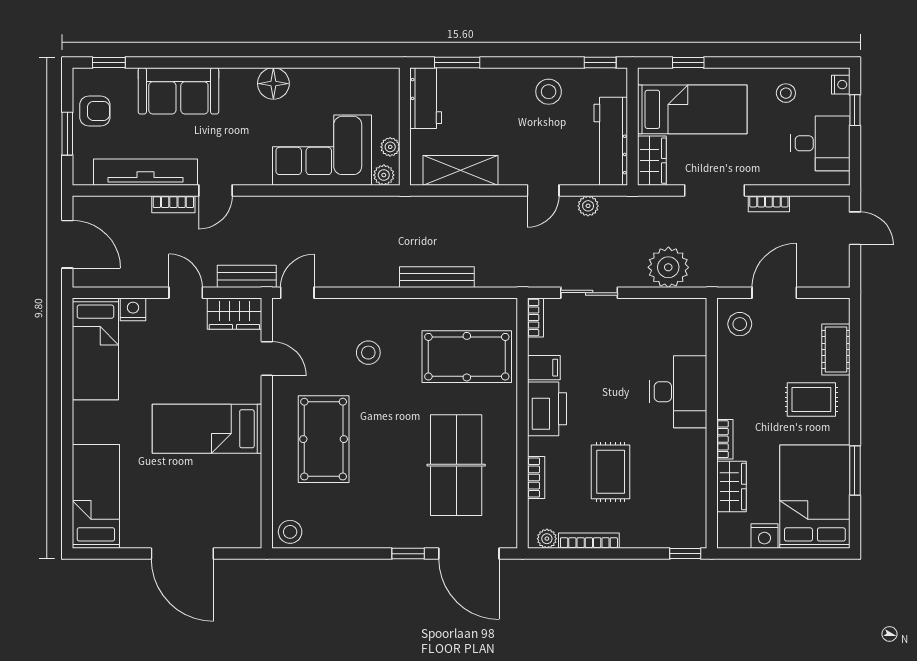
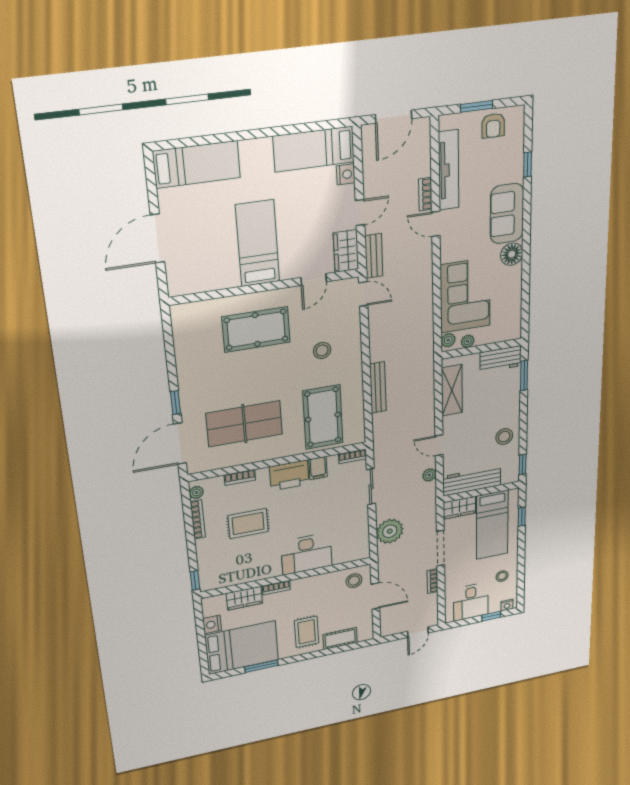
window: (109, 63) -> (528, 164), moved
sofa: (178, 91) -> (507, 214), moved
stool: (290, 532) -> (183, 317), removed

